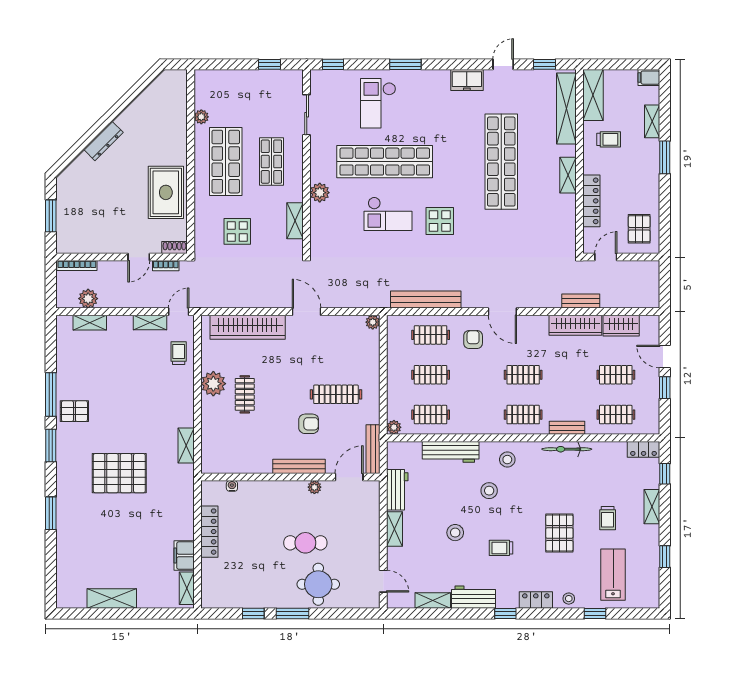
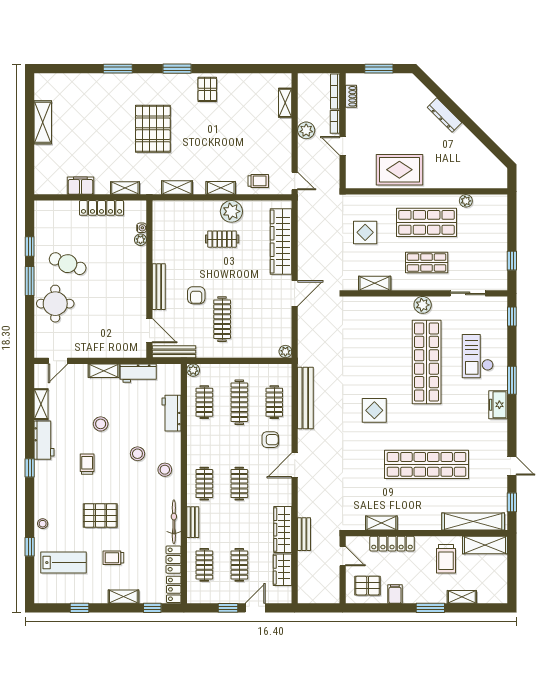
filing cabinet: (649, 78) -> (395, 594), moved
freezer: (467, 80) -> (498, 405), moved
checkout: (378, 103) -> (478, 356), turned -90
trolley: (609, 139) -> (446, 559), width x1.36, depth x1.39
shelving: (568, 175) -> (381, 523), moved
plant: (320, 193) -> (423, 305), moved
checkout: (388, 214) -> (381, 365), removed
shoe rack: (174, 247) -> (351, 96), moved
bookcase: (166, 266) -> (335, 122), moved
plant: (88, 299) -> (306, 130), moved
shelving: (150, 323) -> (221, 188), moved, turned 90
clothes rail: (431, 375) -> (239, 402), width x1.36
window: (51, 394) -> (222, 69), removed
workbench: (451, 452) -> (172, 413), width x0.73
plant: (314, 487) -> (140, 240), moved
cafe table: (305, 543) -> (68, 264), moved, turned -69
shelving: (187, 588) -> (125, 188), moved
locker: (536, 600) -> (173, 560), moved, turned 180

